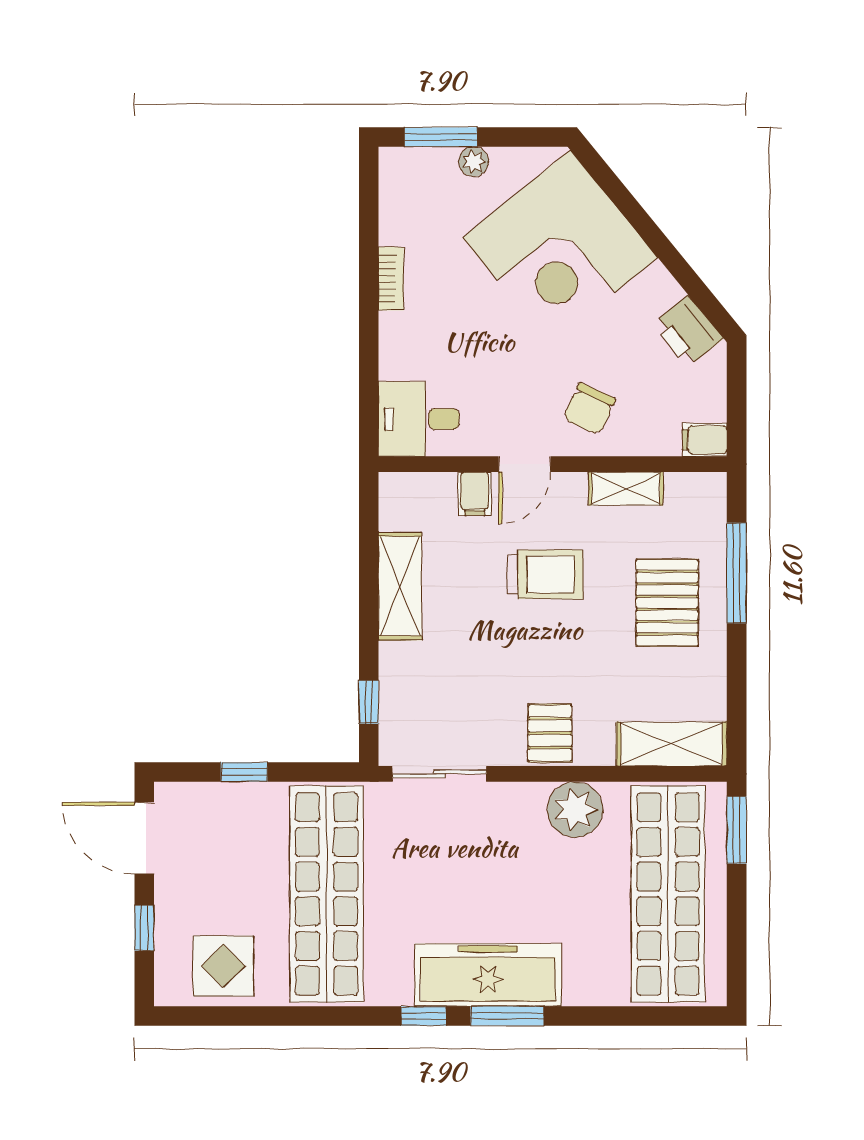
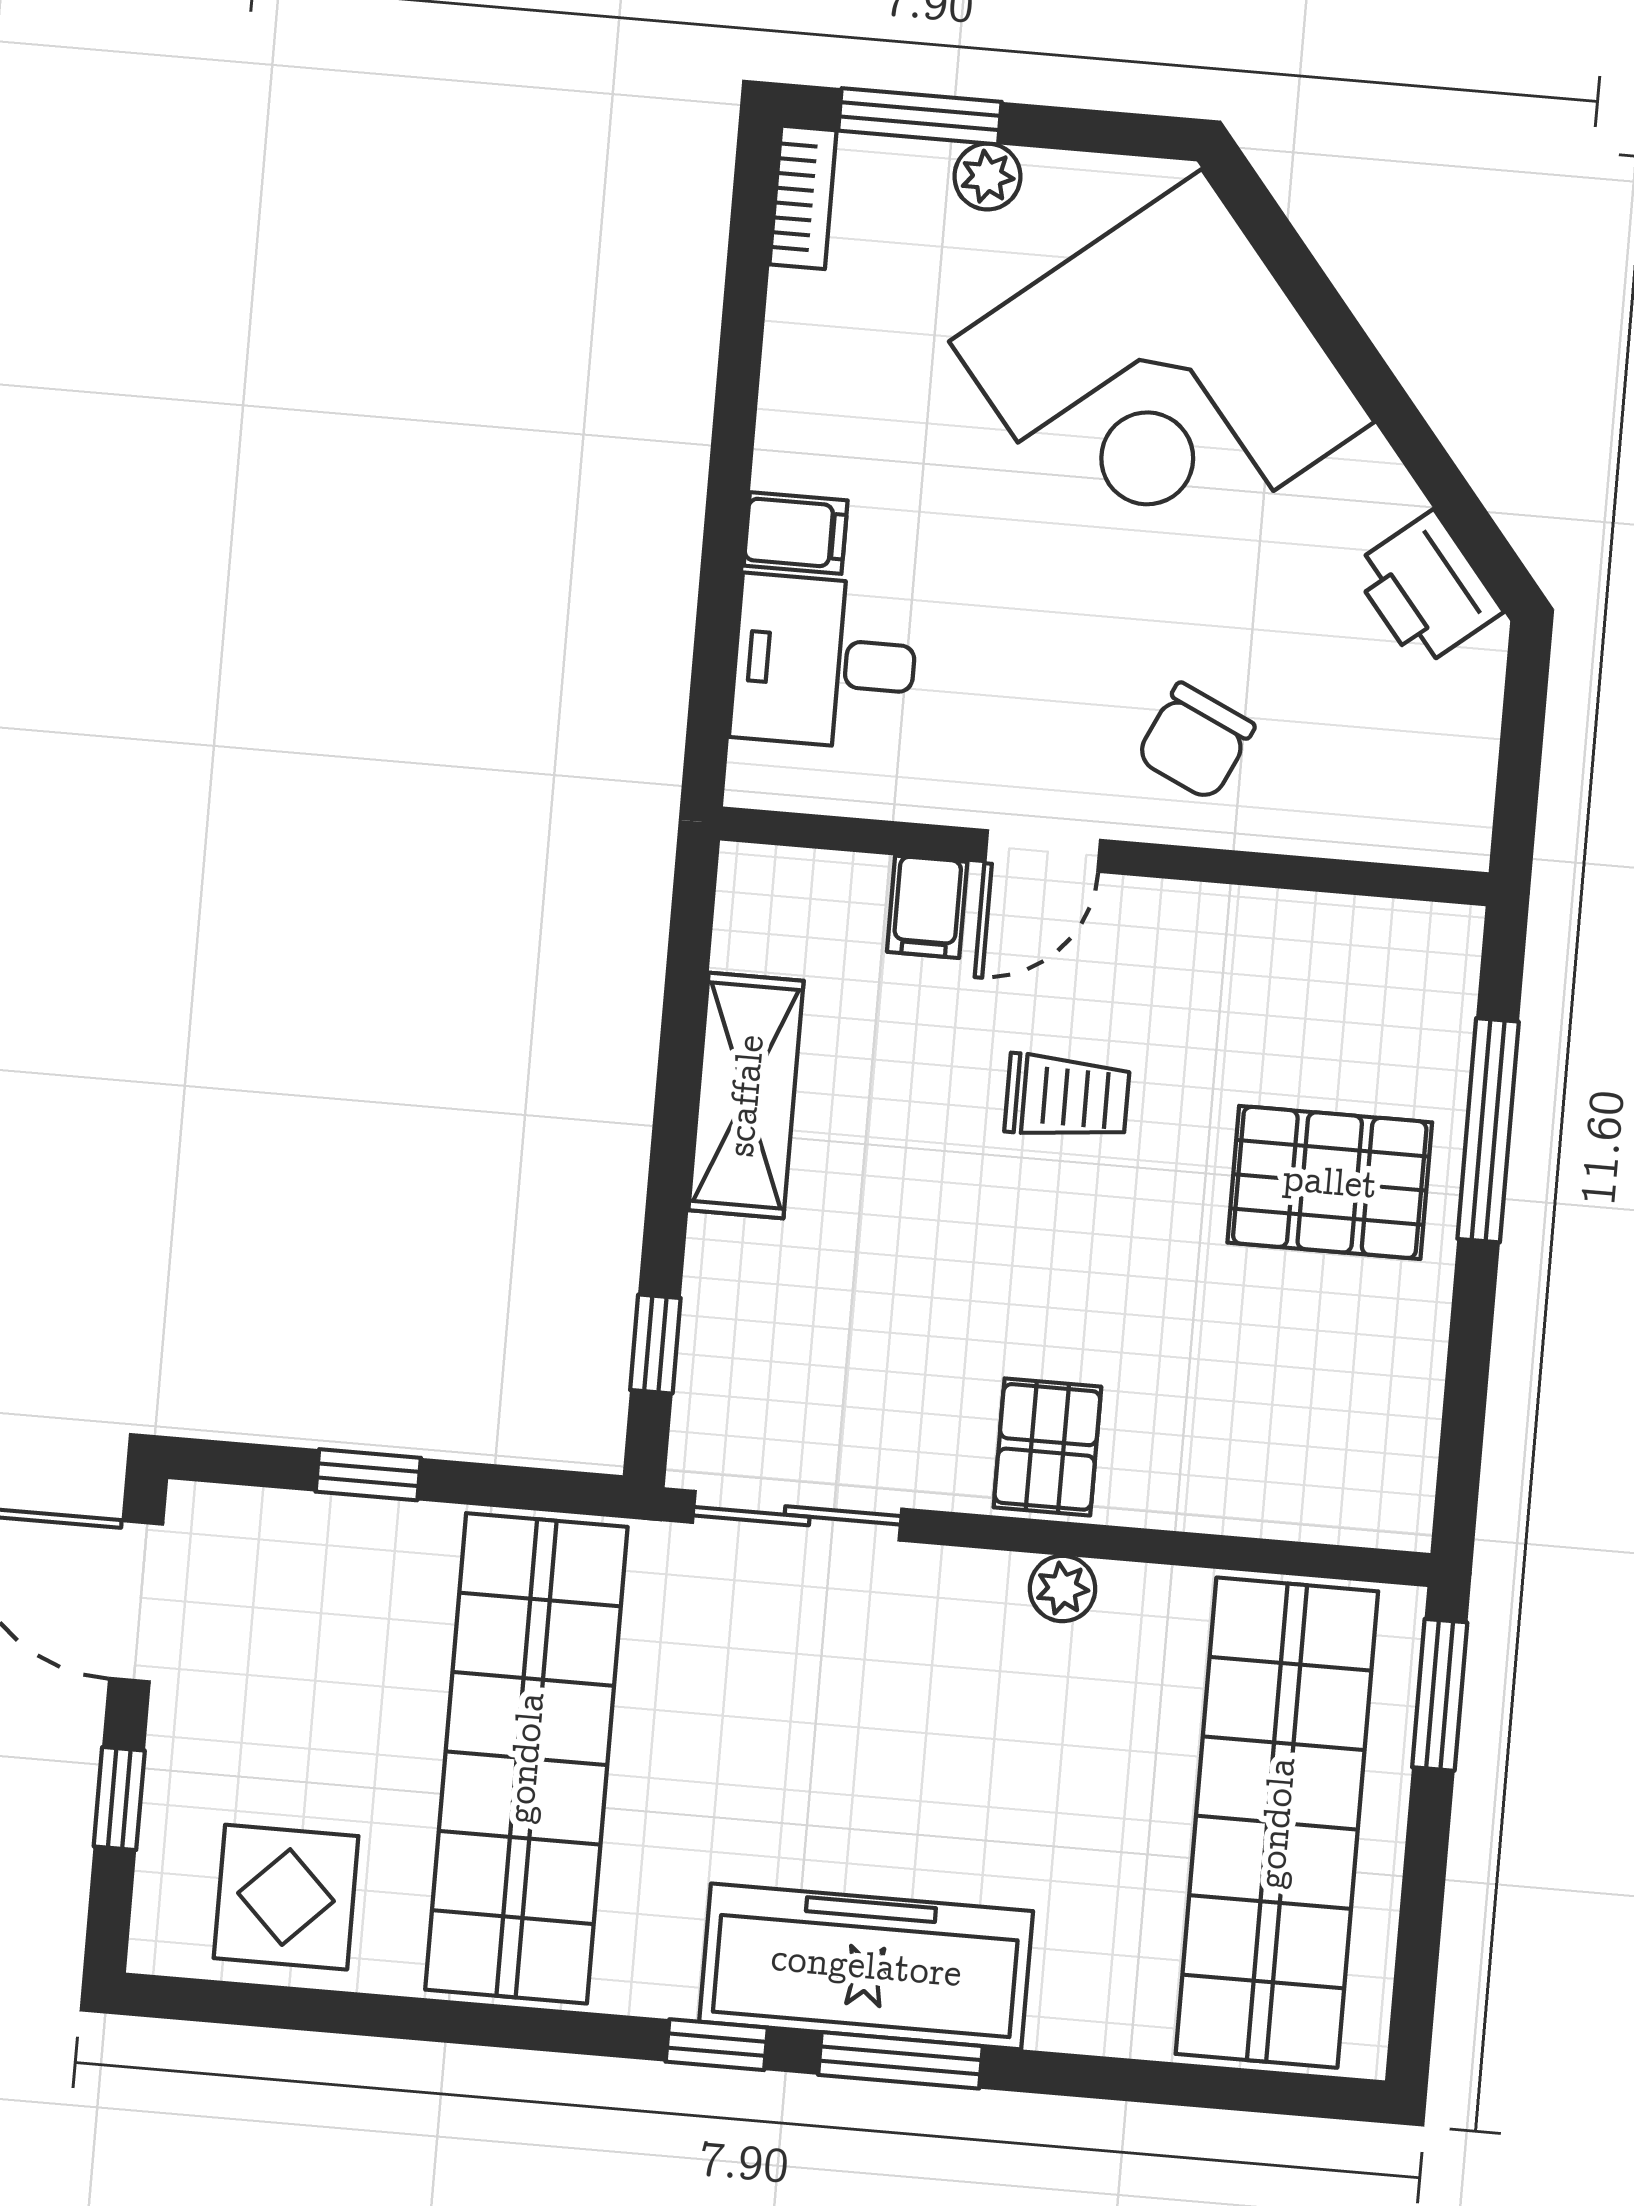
bookcase: (391, 279) -> (803, 197), moved
desk: (419, 419) -> (825, 662), moved
filing cabinet: (705, 440) -> (796, 533), moved, turned 180
shelving: (626, 489) -> (1260, 924), removed
trolley: (545, 574) -> (1067, 1097), width x0.73, depth x0.72
pallet: (667, 603) -> (1330, 1182), turned 90
shelving: (672, 744) -> (1313, 1494), removed
plant: (575, 809) -> (1063, 1589), width x0.53, depth x0.53

